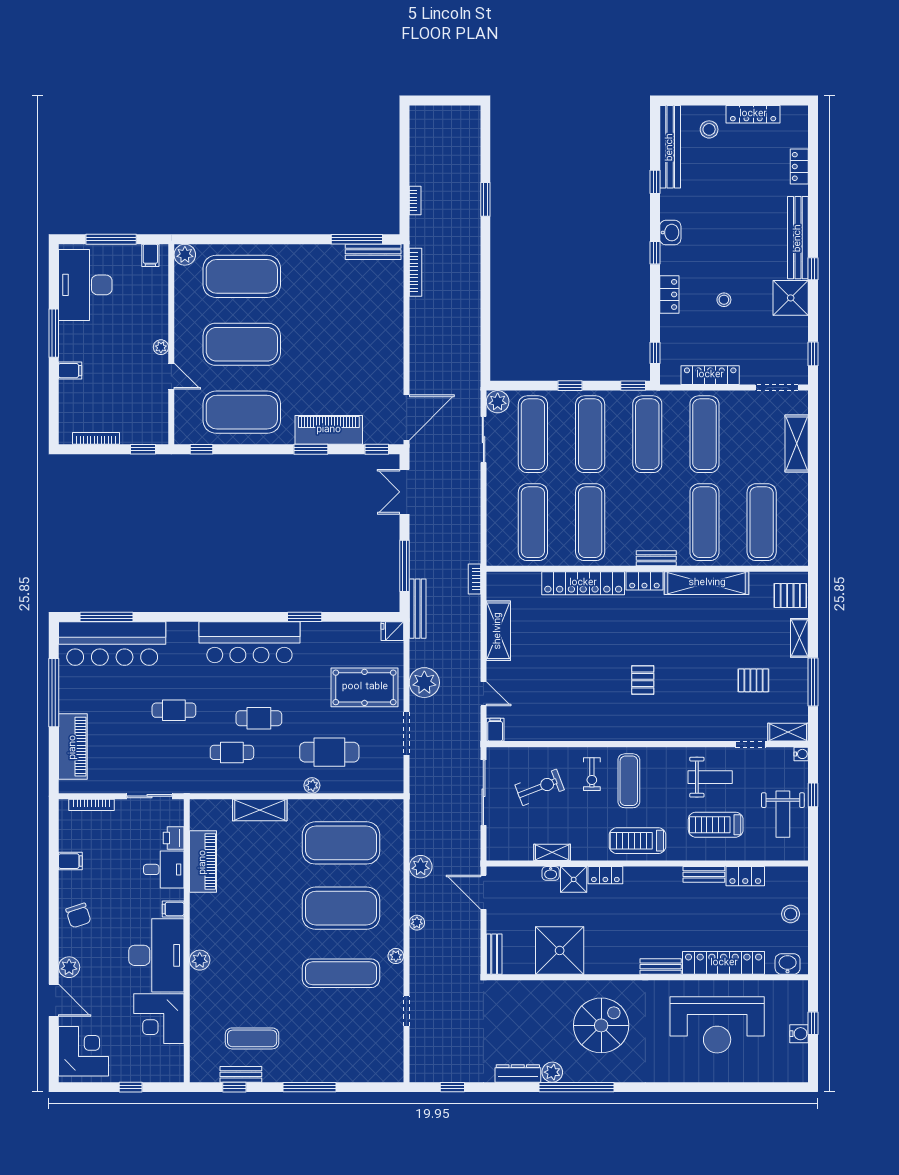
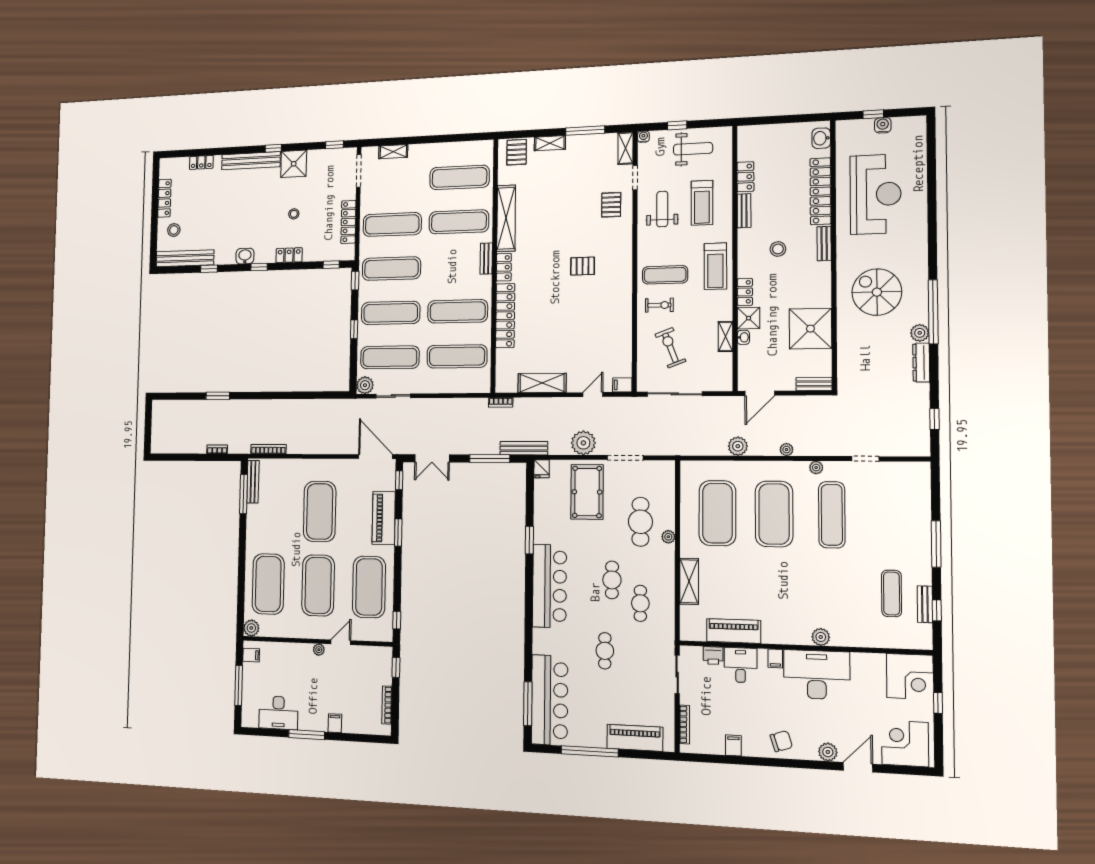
desk: (85, 285) -> (278, 713), width x0.73, depth x0.77
exercise mat: (336, 344) -> (320, 511), added
shelving: (797, 443) -> (393, 152), width x0.67, depth x0.75
pallet: (753, 680) -> (611, 205), moved
stool: (791, 914) -> (778, 249), moved
corner desk: (159, 1019) -> (910, 677), moved

